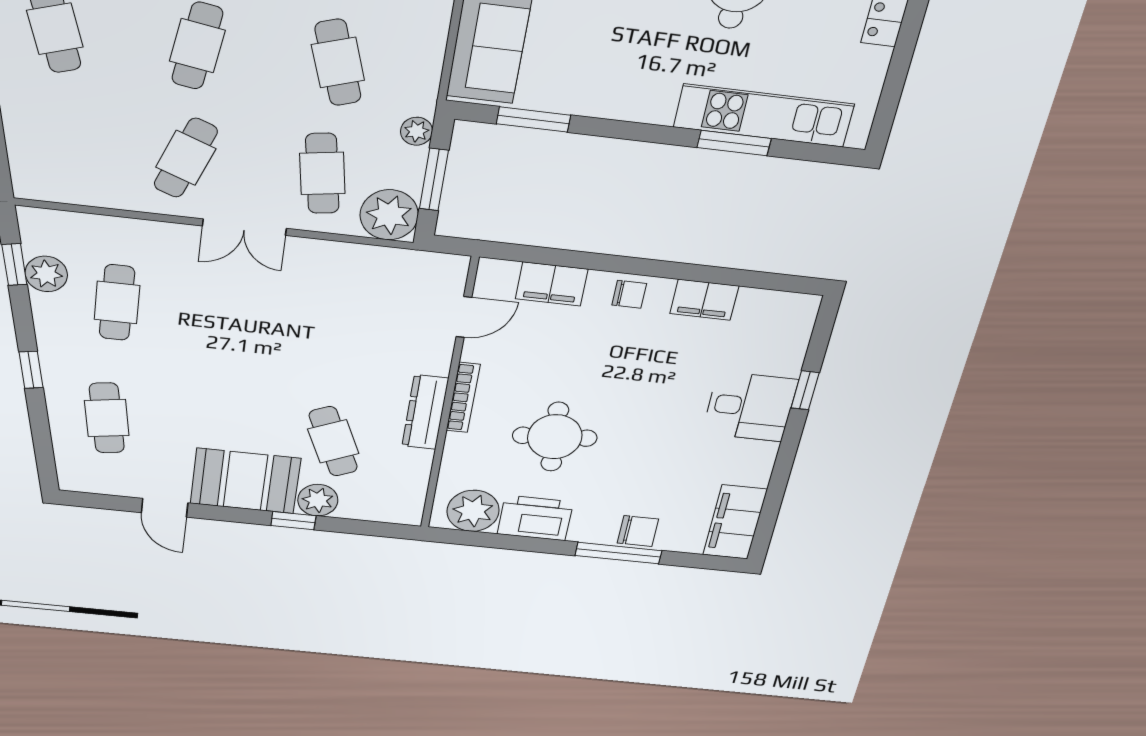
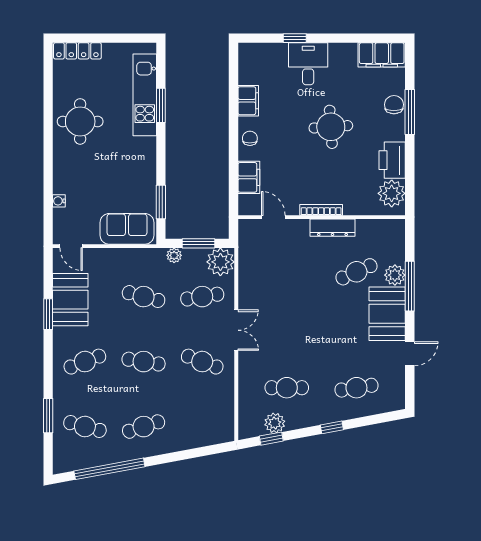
cafe table: (338, 62) -> (144, 297), turned 33
round table: (555, 437) -> (331, 127), moved
window: (293, 521) -> (410, 286), width x2.17

